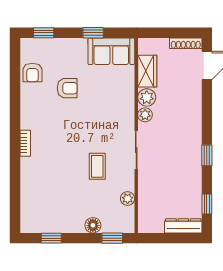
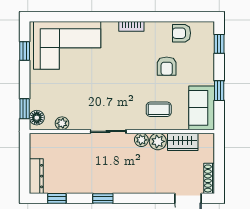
bookcase: (25, 143) -> (131, 26), moved
coffee table: (97, 166) -> (159, 109), moved
corner sofa: (45, 193) -> (67, 45), added
floor lamp: (93, 225) -> (37, 118), moved

